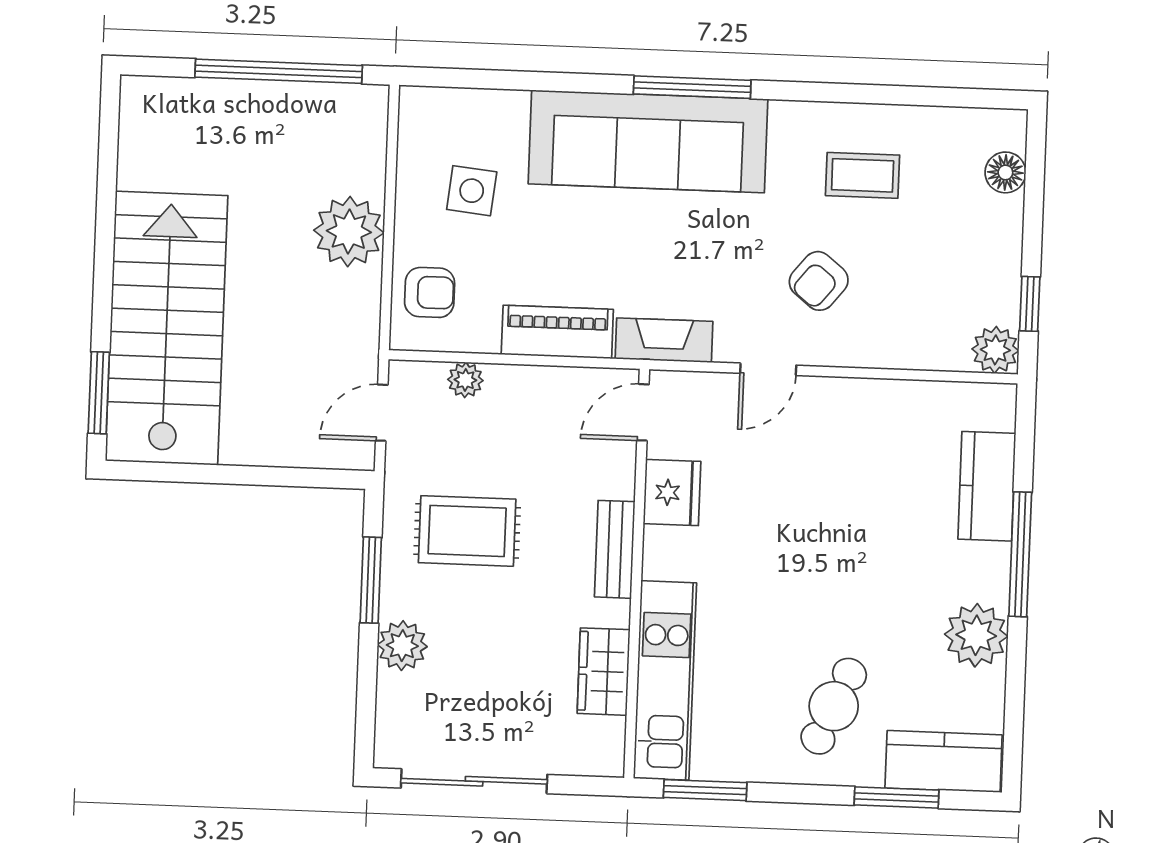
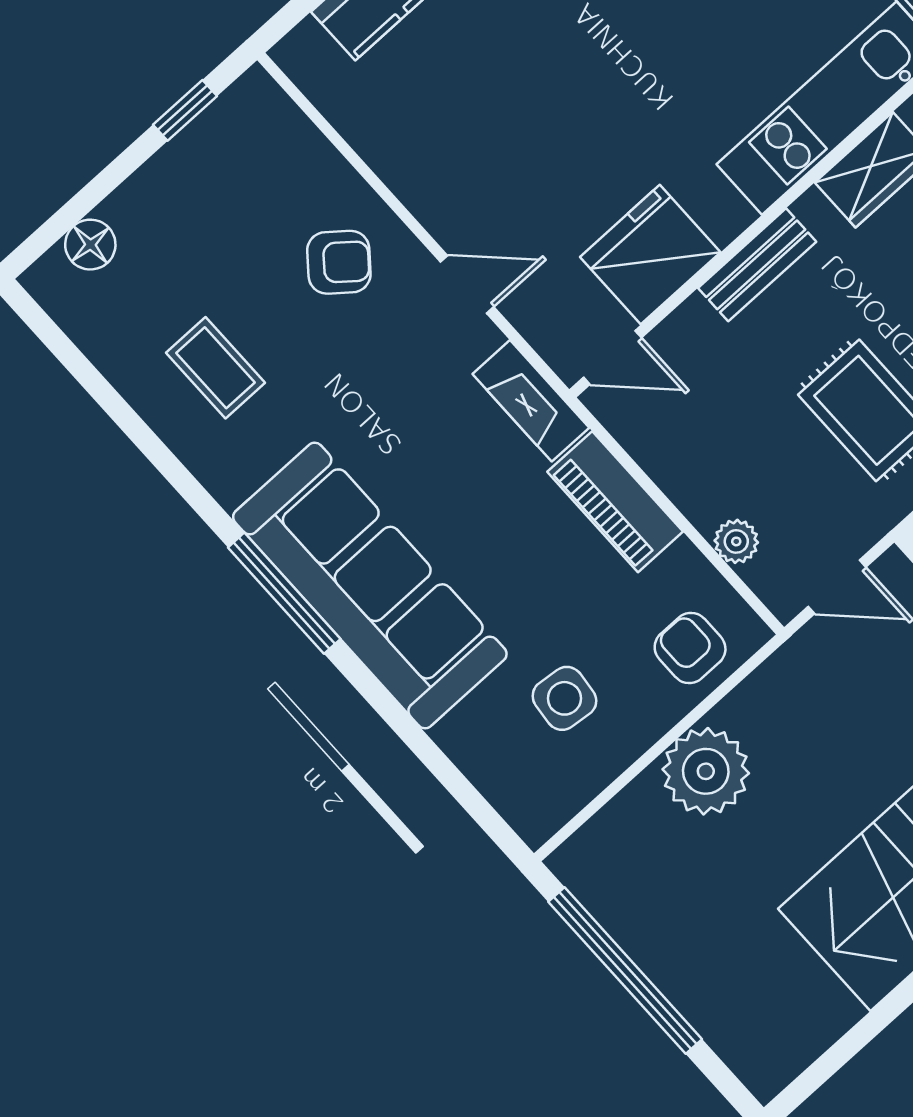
armchair: (819, 281) -> (339, 262), moved
plant: (995, 350) -> (255, 101), removed
fridge: (672, 493) -> (650, 255), width x1.36, depth x1.34

